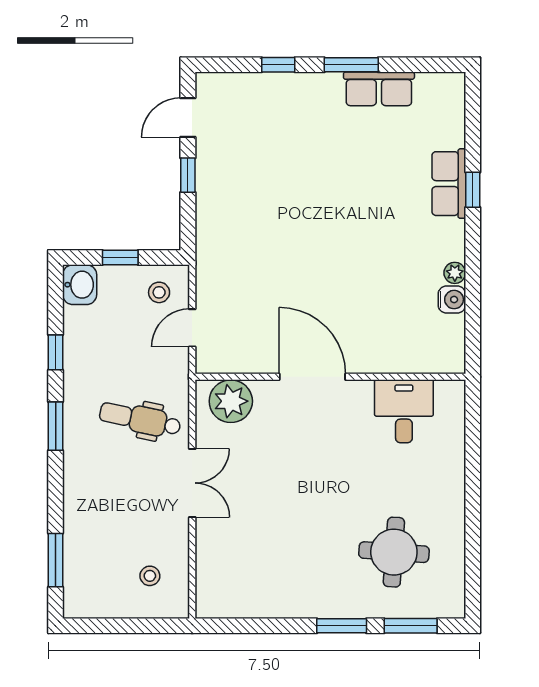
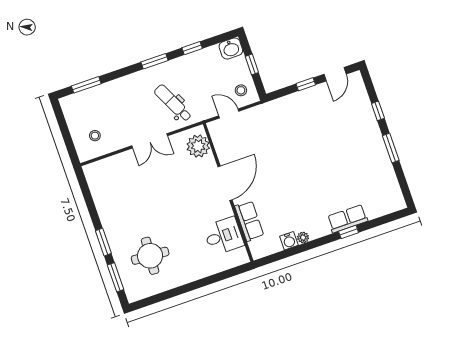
row of seats: (379, 89) -> (249, 221), moved, turned 180
door: (188, 118) -> (335, 74), swing flipped
dental chair: (140, 419) -> (173, 103), turned -38

